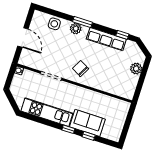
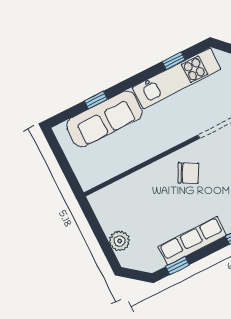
sofa: (87, 123) -> (104, 119), width x1.36
window: (68, 129) -> (174, 61), moved

